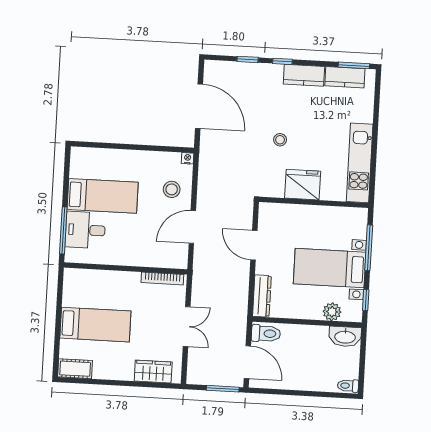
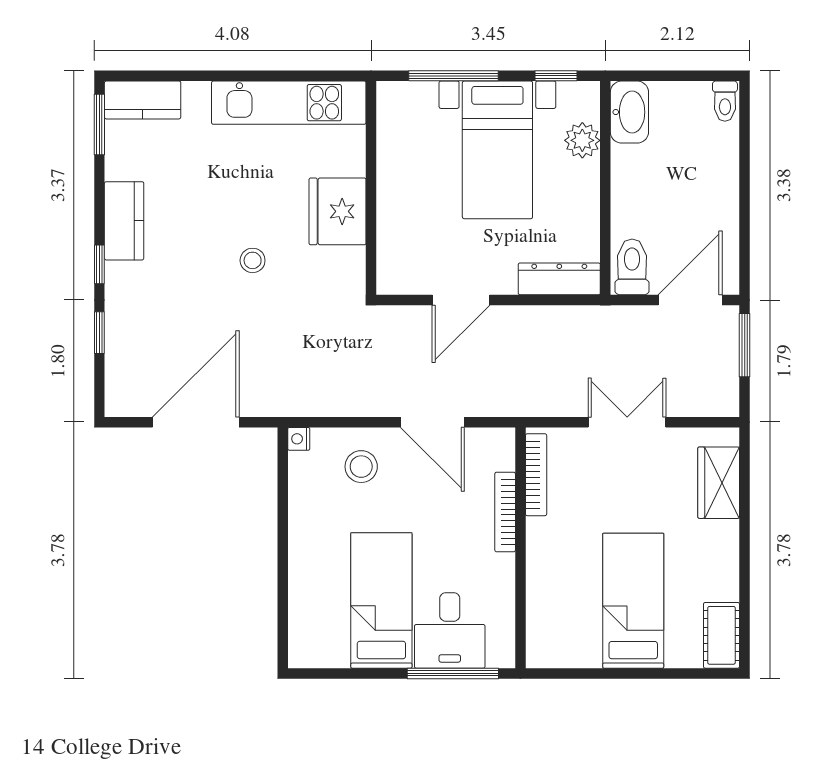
kitchen counter: (345, 77) -> (143, 100), moved, turned 90
bookcase: (144, 262) -> (505, 512), added

